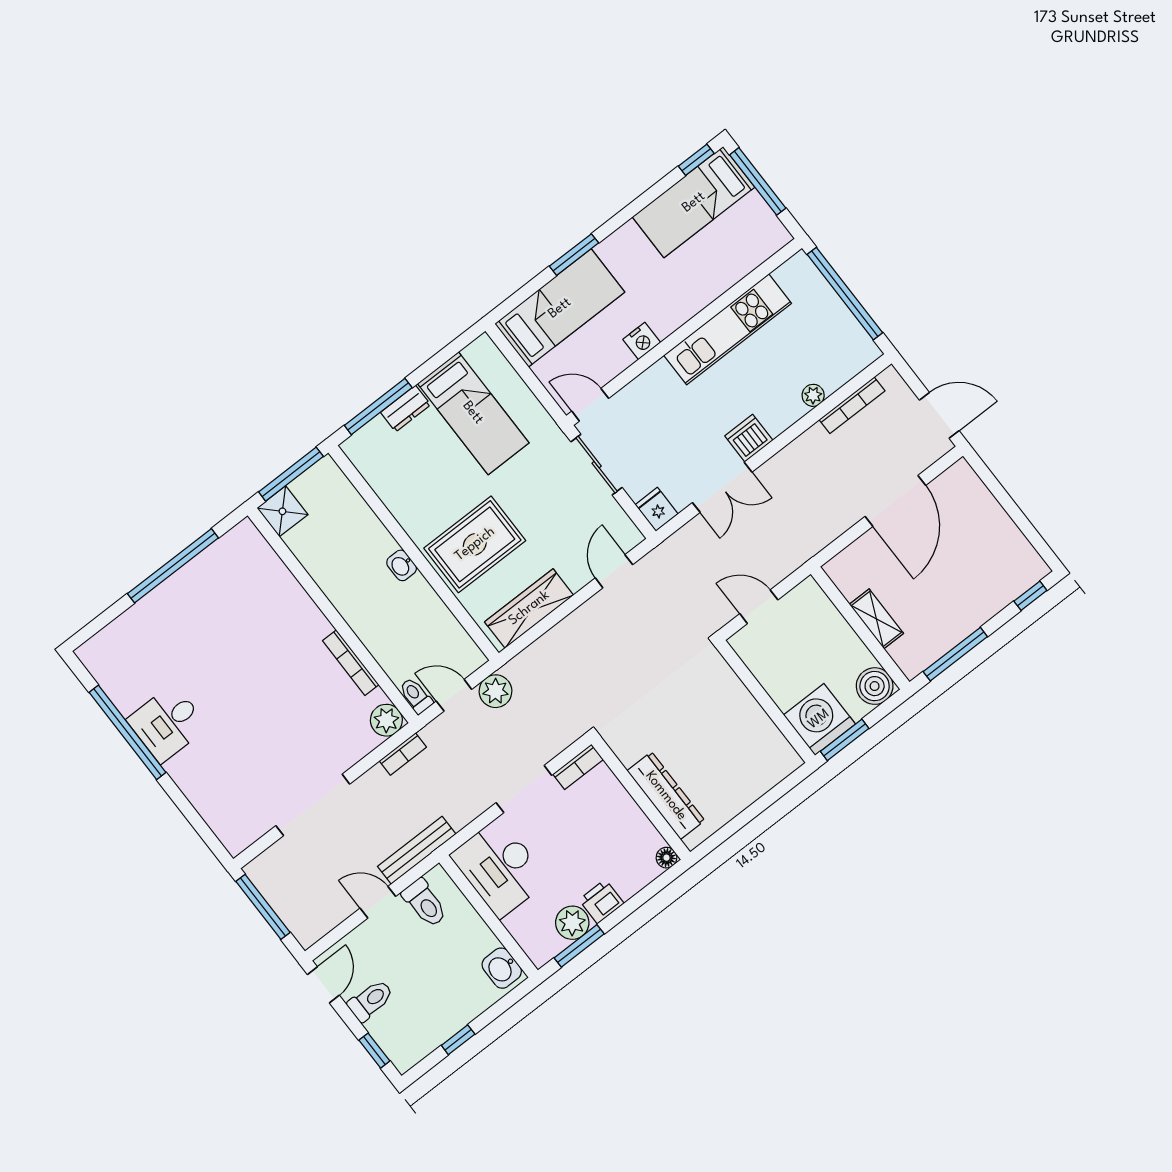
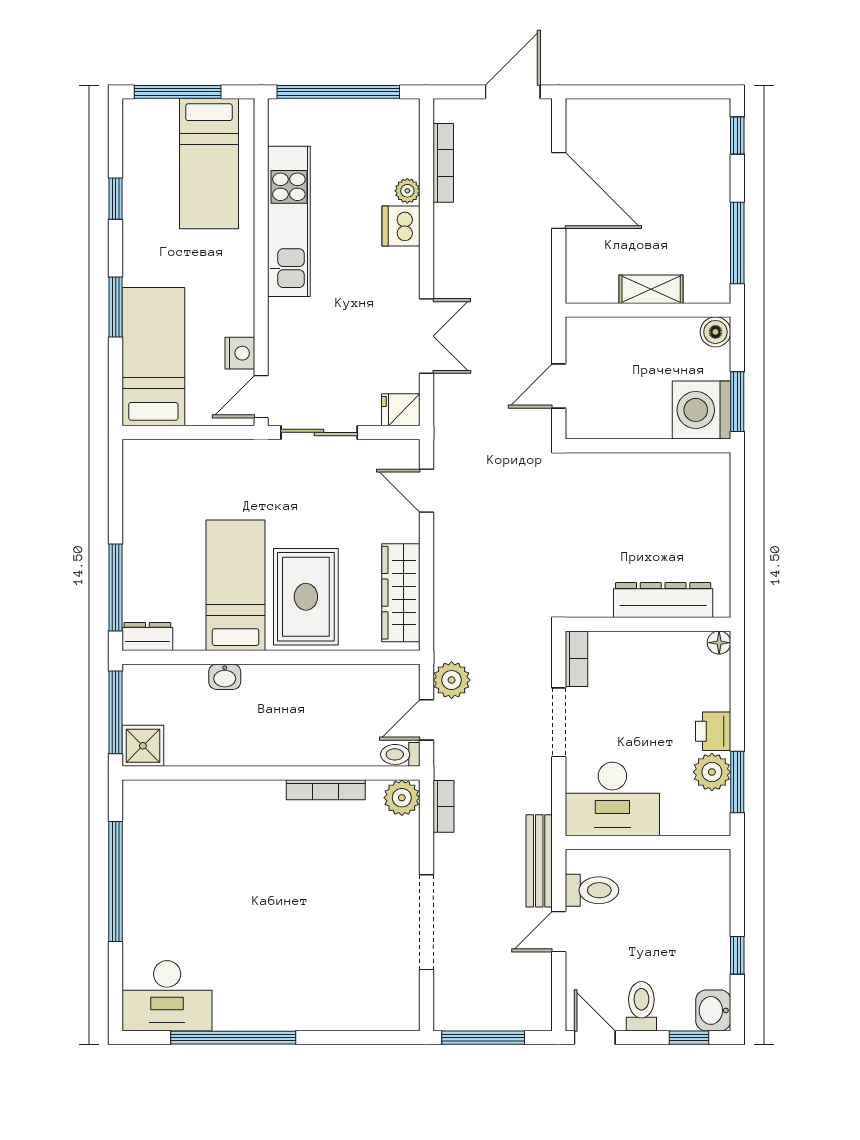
window: (696, 160) -> (116, 199), moved
bed: (694, 202) -> (209, 164), moved
nightstand: (642, 341) -> (240, 353), moved
dresser: (406, 409) -> (147, 637), moved, turned -90
bed: (473, 413) -> (236, 585), moved, turned -90
dishwasher: (749, 438) -> (401, 226), moved
washbasin: (402, 565) -> (225, 677), moved
boiler: (875, 686) -> (715, 332), width x0.73, depth x0.73
desk: (167, 723) -> (167, 996), moved, width x1.37
washbasin: (502, 968) -> (713, 1010), moved, turned 90

